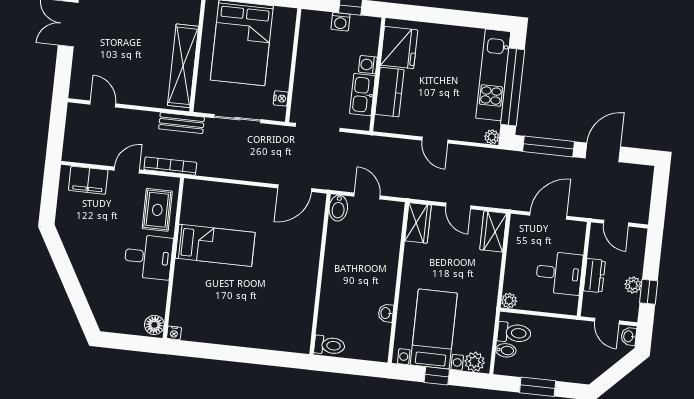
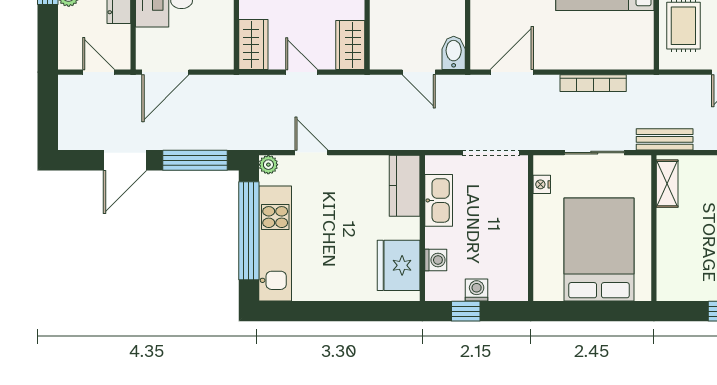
washing machine: (368, 65) -> (436, 260), moved
shelving: (183, 66) -> (667, 184), width x0.45, depth x0.75
kitchen counter: (389, 92) -> (405, 186), moved
door: (435, 140) -> (311, 153), moved
bookcase: (170, 166) -> (593, 83), moved
door: (548, 216) -> (165, 72), moved

